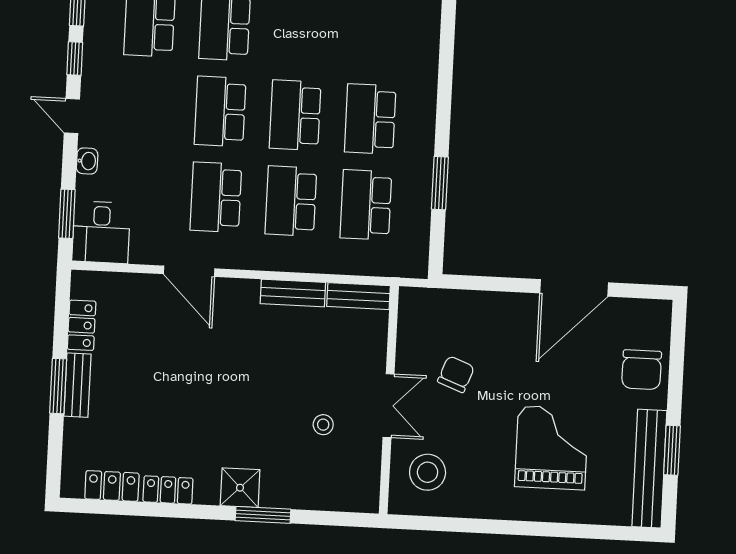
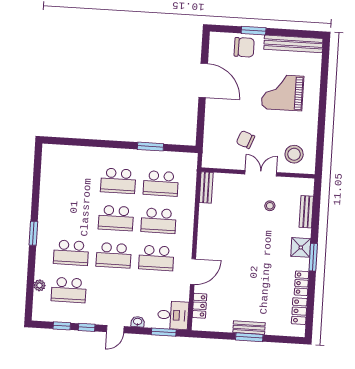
bench: (293, 293) -> (306, 212), moved
locker: (82, 325) -> (200, 306), moved, turned 90
window: (672, 450) -> (254, 31), moved
window: (263, 515) -> (313, 257), moved

